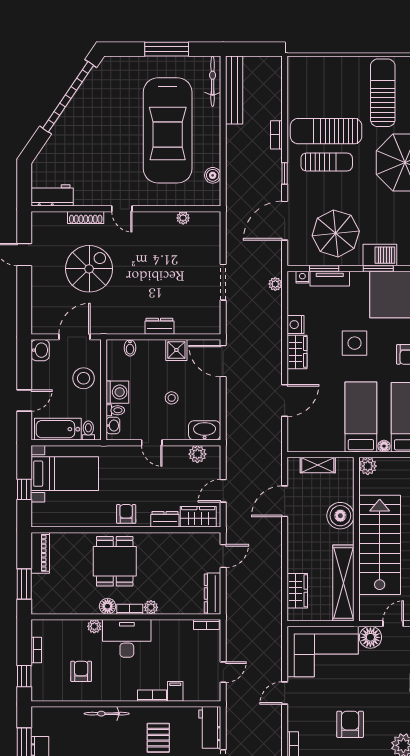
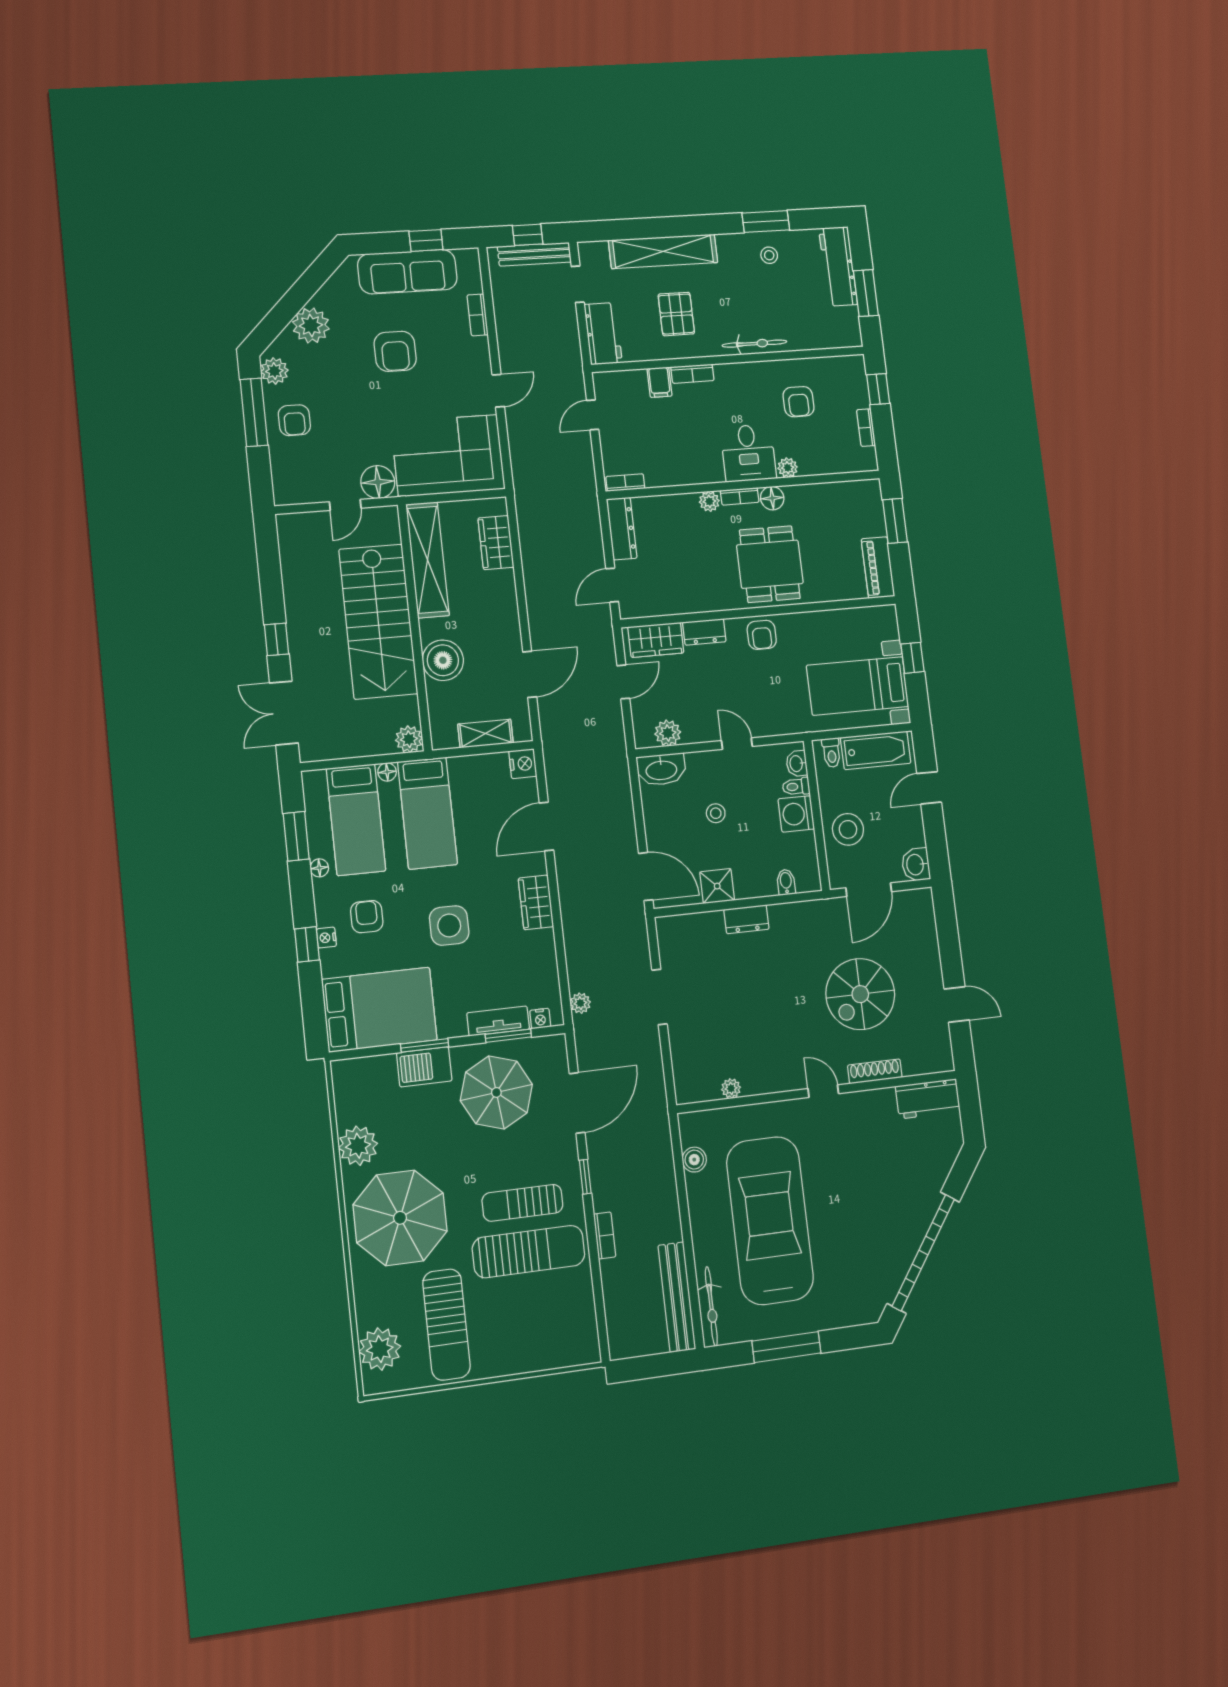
nightstand: (296, 325) -> (523, 764), moved
desk: (127, 638) -> (748, 453), width x0.73

